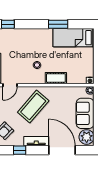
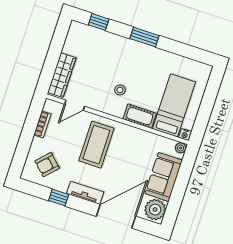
window: (58, 24) -> (145, 37), moved
bed: (74, 38) -> (174, 105), moved, turned 90
coffee table: (33, 107) -> (96, 145), turned -41
door: (62, 150) -> (116, 216), hinge flipped

